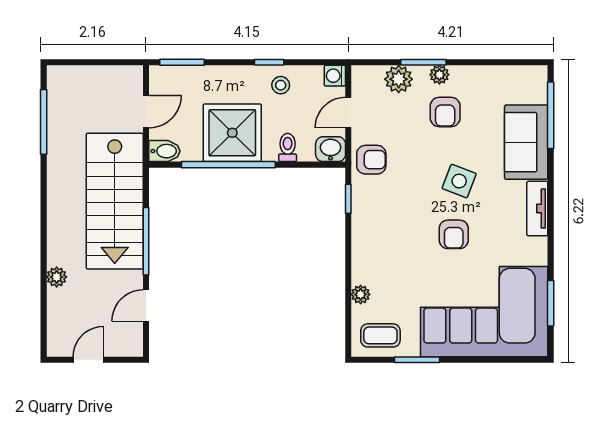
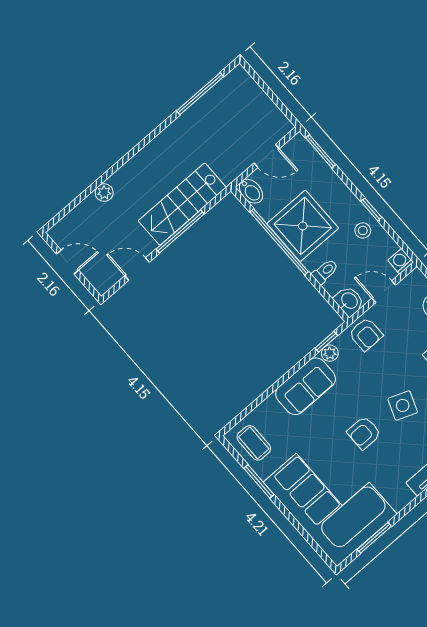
stairs: (115, 201) -> (182, 204), width x0.73, depth x0.66
sofa: (371, 249) -> (306, 386), added
plant: (361, 294) -> (330, 353), moved

